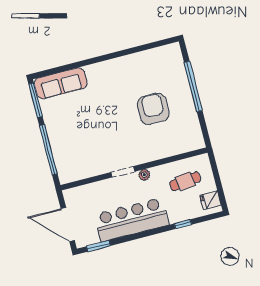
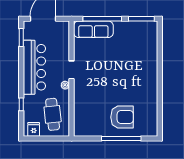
sofa: (61, 83) -> (93, 29), moved, turned -90
armchair: (153, 109) -> (122, 117), moved
cafe table: (185, 181) -> (53, 114), width x1.37, depth x1.35

